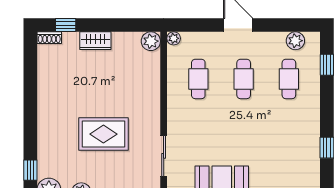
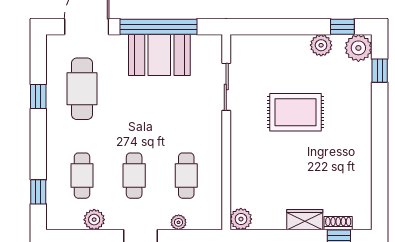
shoe rack: (49, 38) -> (338, 223), moved
plant: (174, 38) -> (179, 222), moved
plant: (295, 41) -> (94, 220), moved
cafe table: (289, 154) -> (82, 89), added

